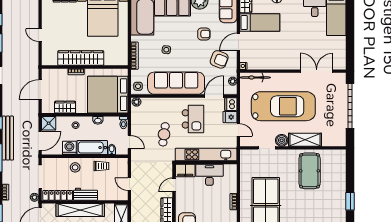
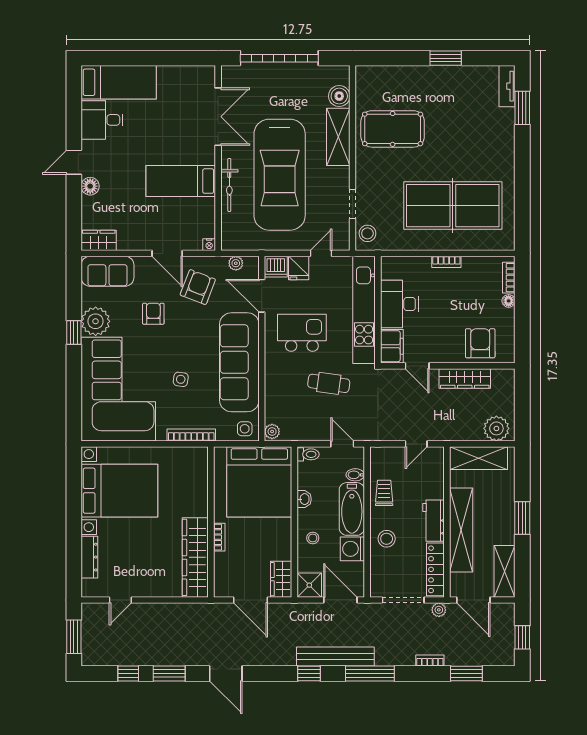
bed: (260, 23) -> (181, 181), moved, turned -90
door: (40, 35) -> (120, 600), moved
wardrobe: (81, 58) -> (195, 557), moved
double door: (317, 71) -> (218, 117), swing flipped
bicycle: (255, 77) -> (229, 185), moved
car: (283, 106) -> (280, 175), turned 180
wardrobe: (65, 107) -> (281, 579), moved
boiler: (282, 140) -> (339, 96), moved
door: (129, 142) -> (342, 444), hinge flipped
stool: (250, 156) -> (367, 233), added

